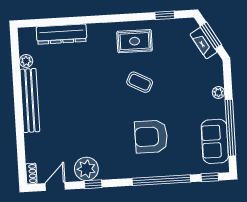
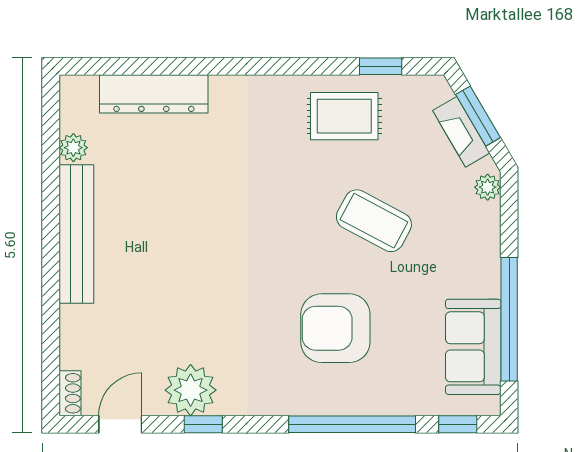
rug: (135, 41) -> (344, 116), moved
coffee table: (140, 82) -> (374, 221), moved, width x1.36, depth x1.30
plant: (218, 92) -> (488, 187), moved

